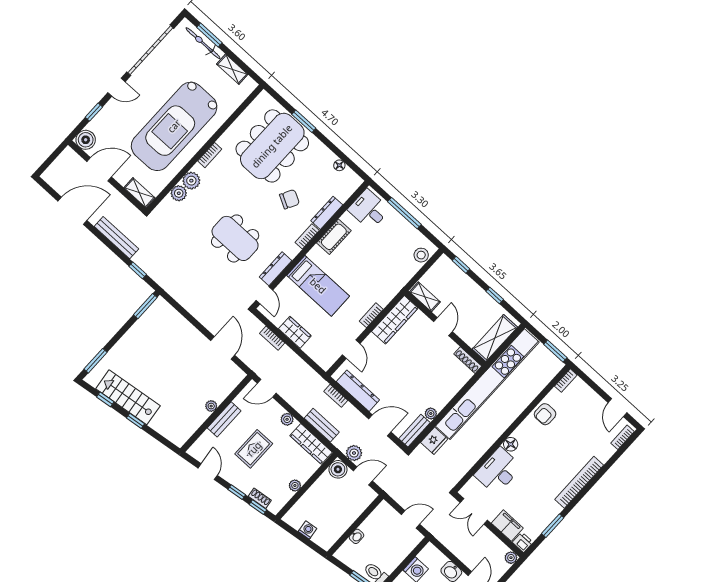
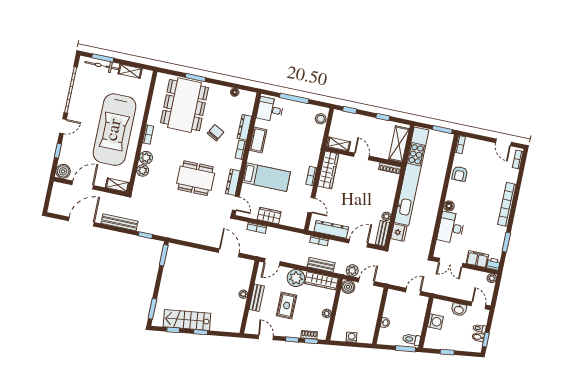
plant: (287, 419) -> (296, 278), width x1.87, depth x1.87

